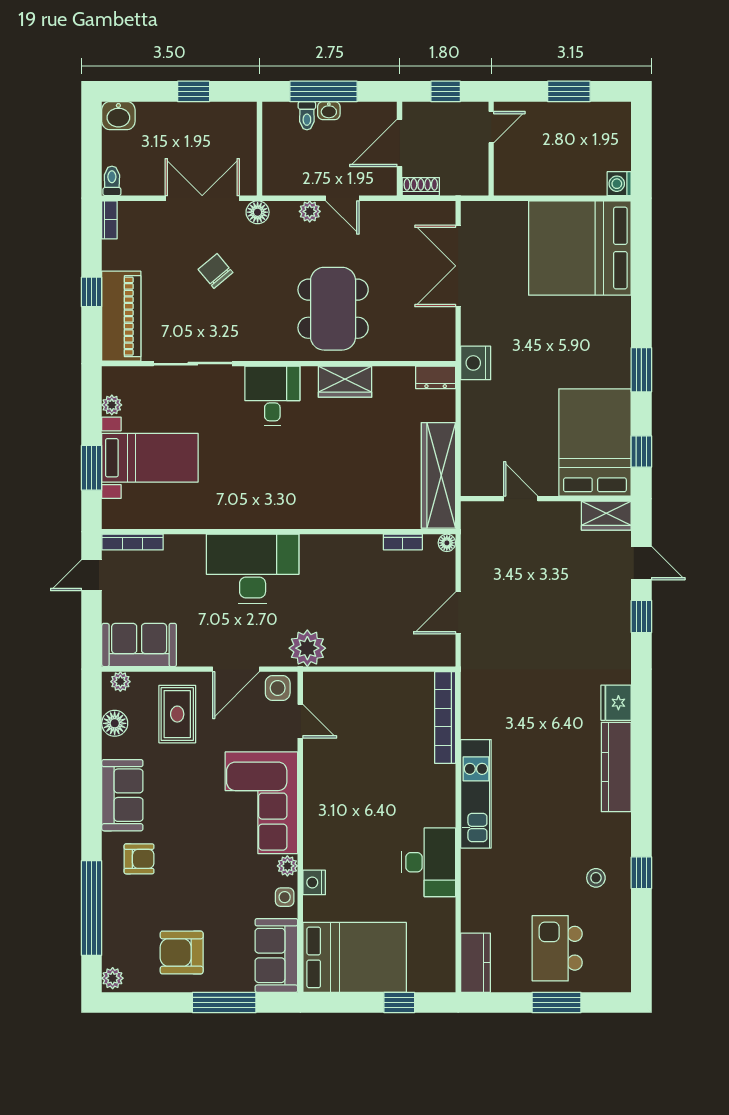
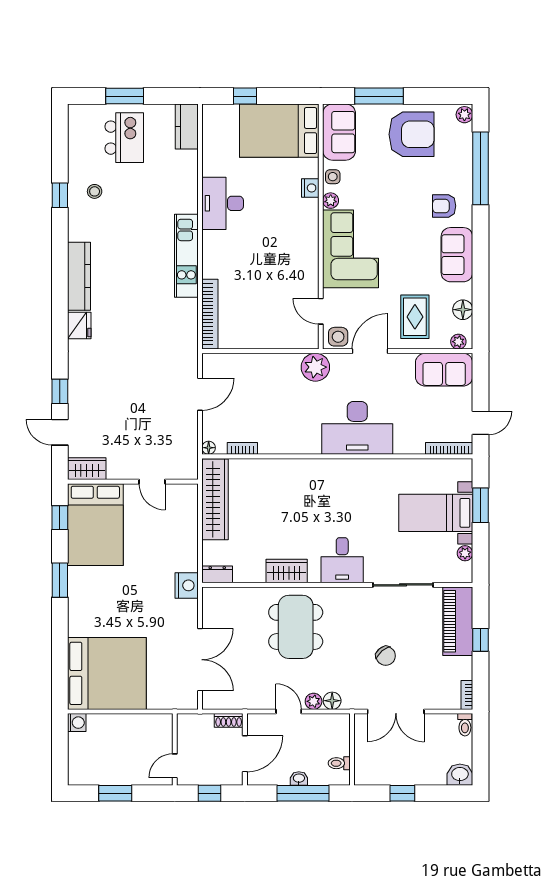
toilet: (307, 116) -> (339, 763), moved, turned -90
floor lamp: (258, 212) -> (332, 701), moved
armchair: (182, 953) -> (412, 134), width x1.36, depth x1.36

